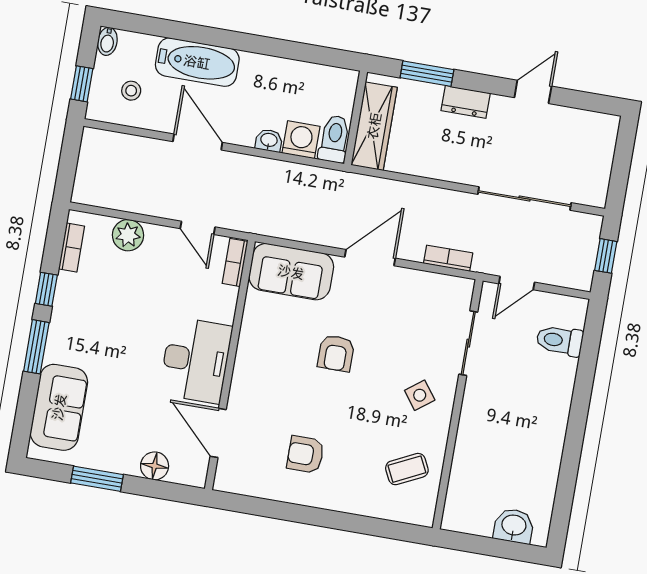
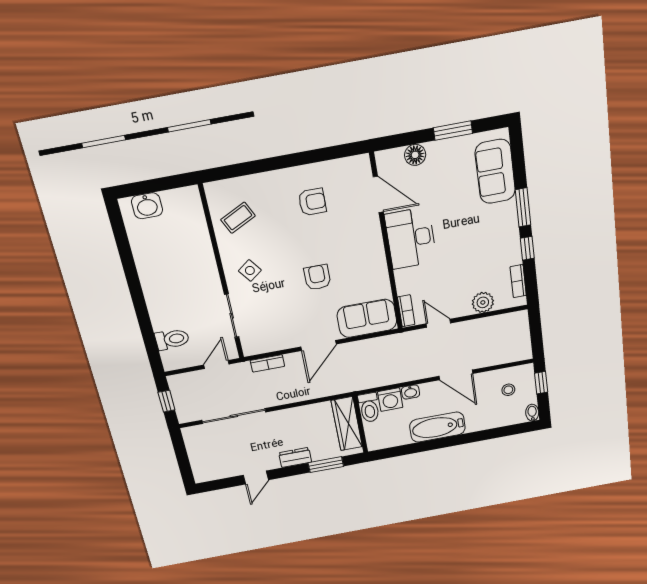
bathtub: (197, 62) -> (437, 427), moved

